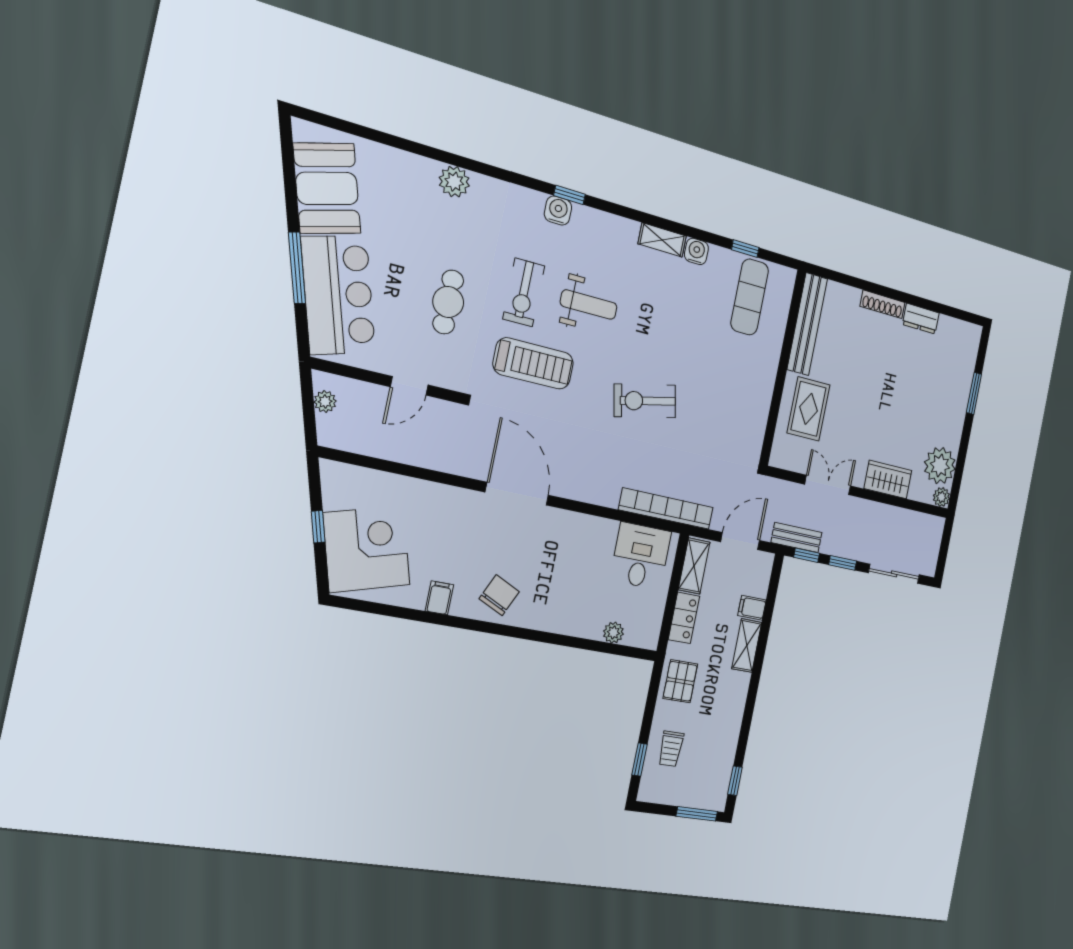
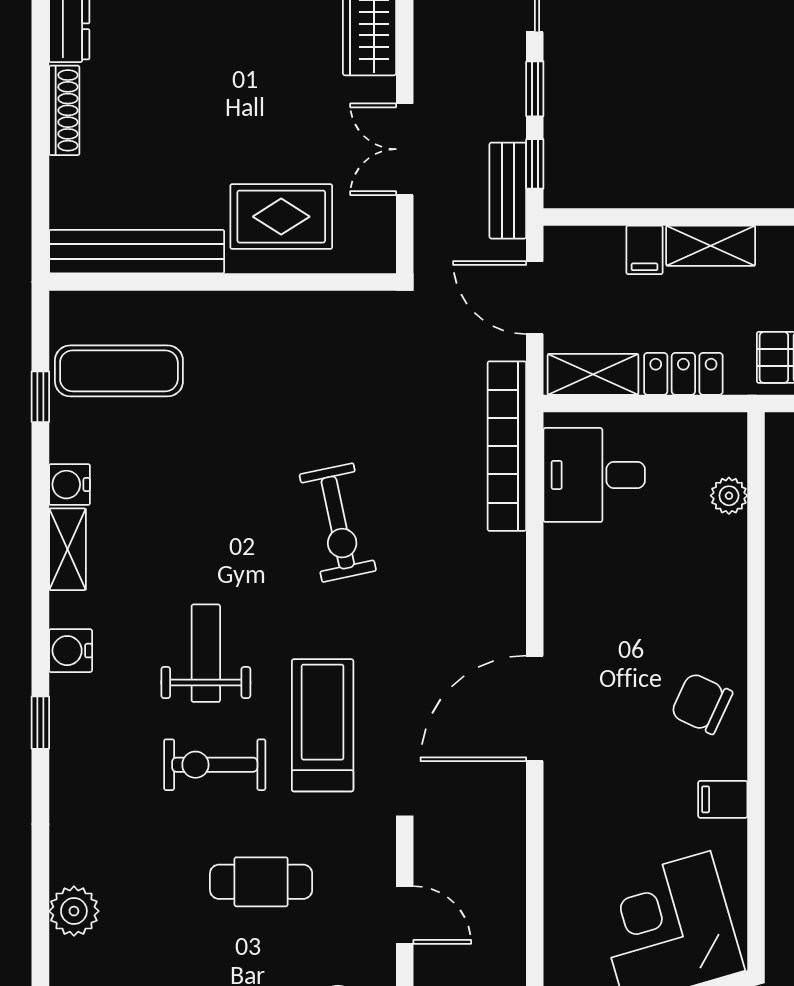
water cooler: (558, 211) -> (71, 651), moved
exercise bike: (524, 292) -> (215, 765), turned 180

